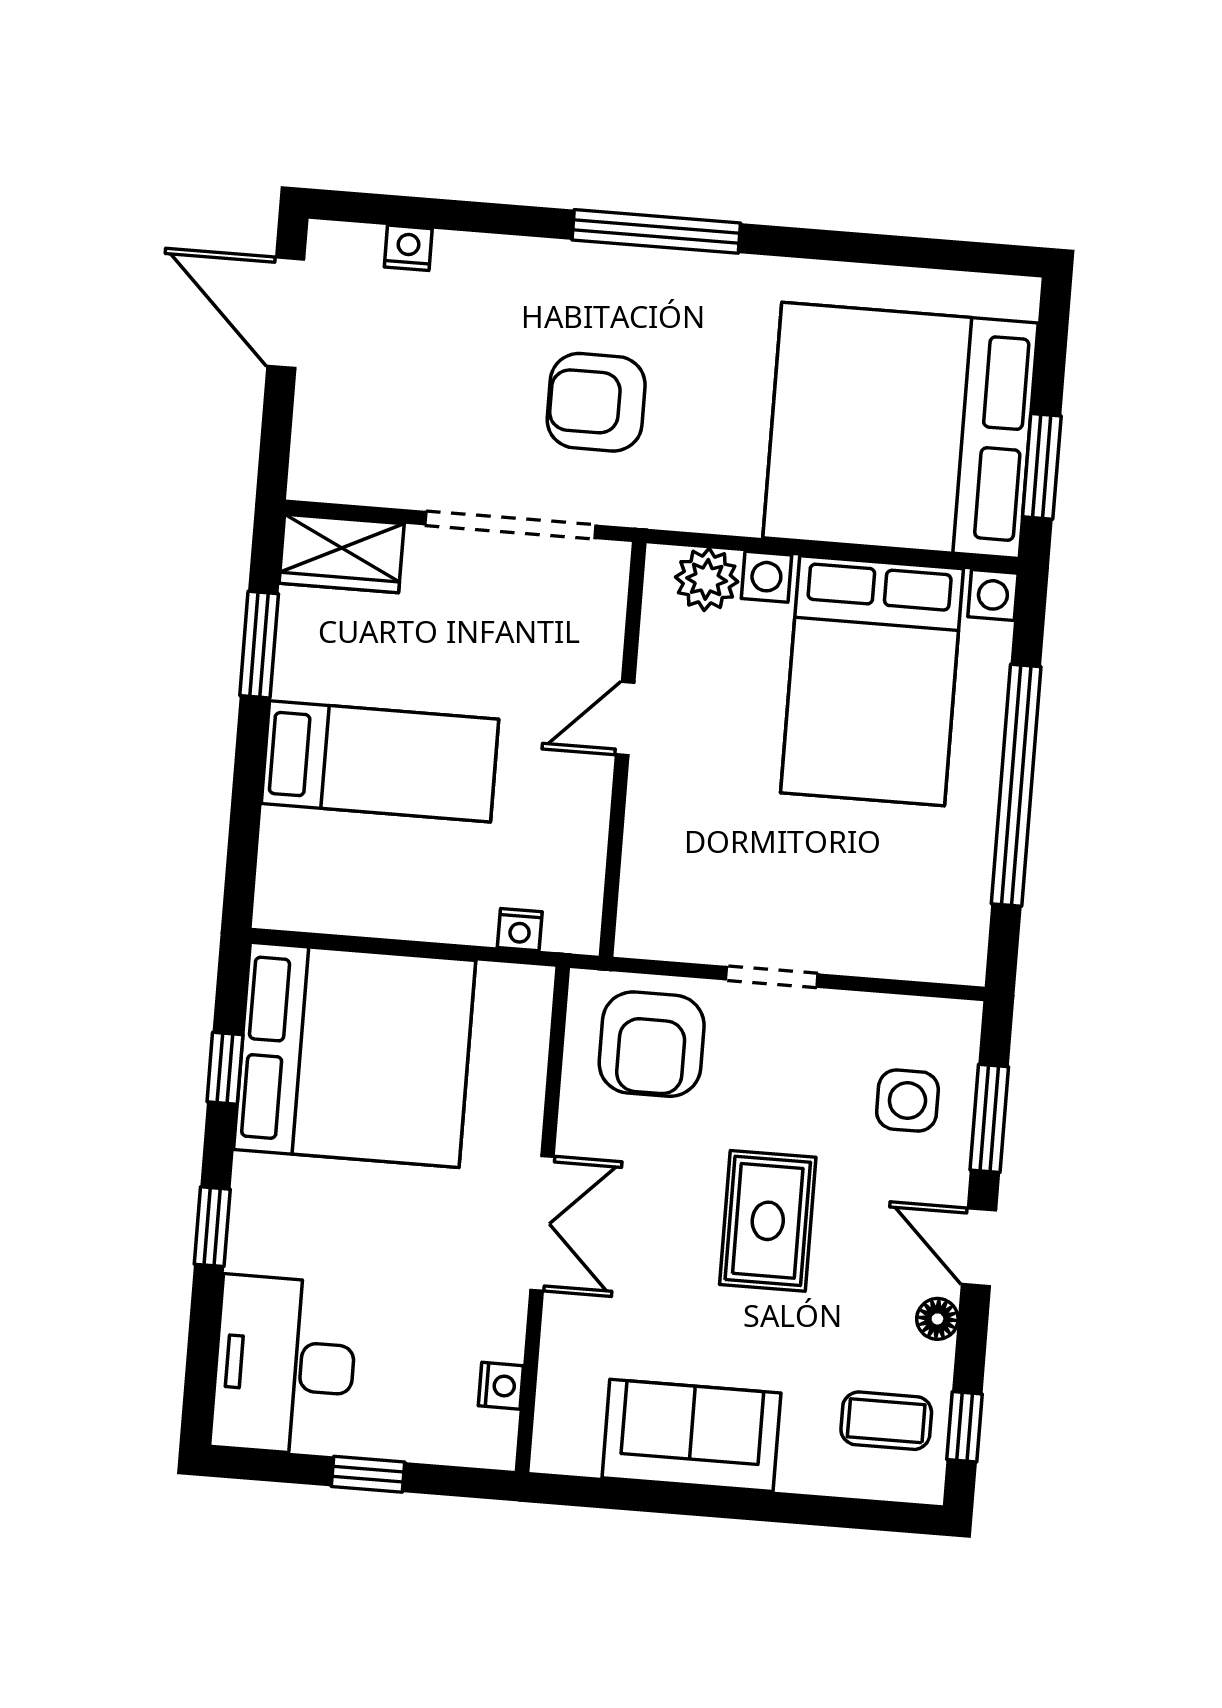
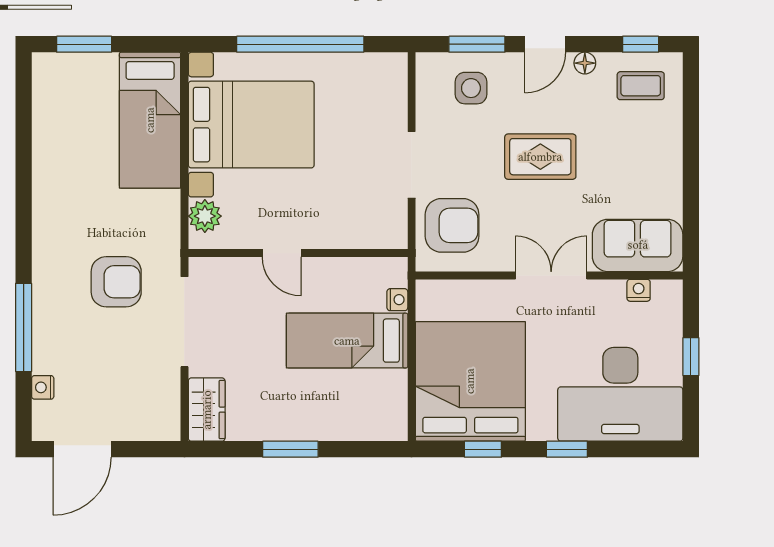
window: (656, 231) -> (24, 327), moved
armchair: (596, 402) -> (116, 282), turned -90
bed: (900, 430) -> (150, 120), width x0.49
window: (1042, 466) -> (84, 44), moved
window: (259, 645) -> (290, 449), moved
bed: (380, 761) -> (347, 341), moved, turned -90
doorway: (772, 977) -> (412, 165), width x1.38
desk: (285, 1365) -> (620, 394), width x1.36, depth x1.30
coffee table: (886, 1421) -> (641, 86), turned 90
sofa: (691, 1435) -> (638, 245), moved, turned 90

